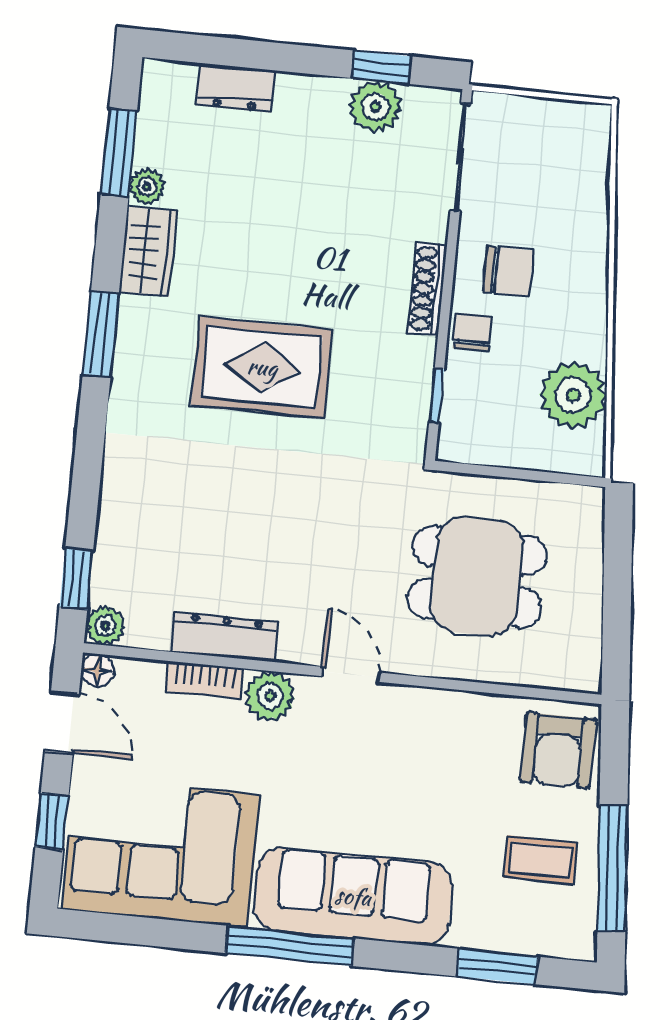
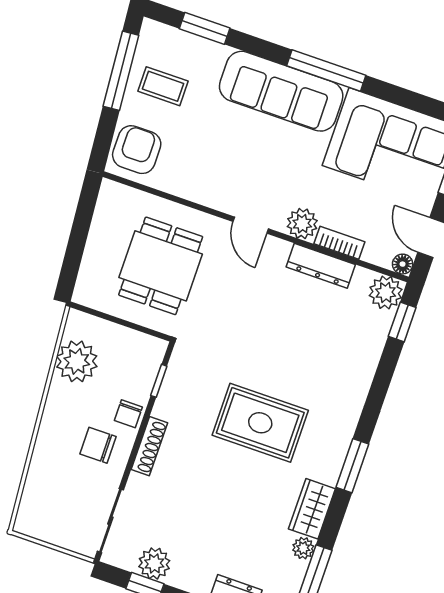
dining table: (477, 577) -> (161, 266), turned 90
plant: (105, 626) -> (386, 293), width x1.38, depth x1.38

